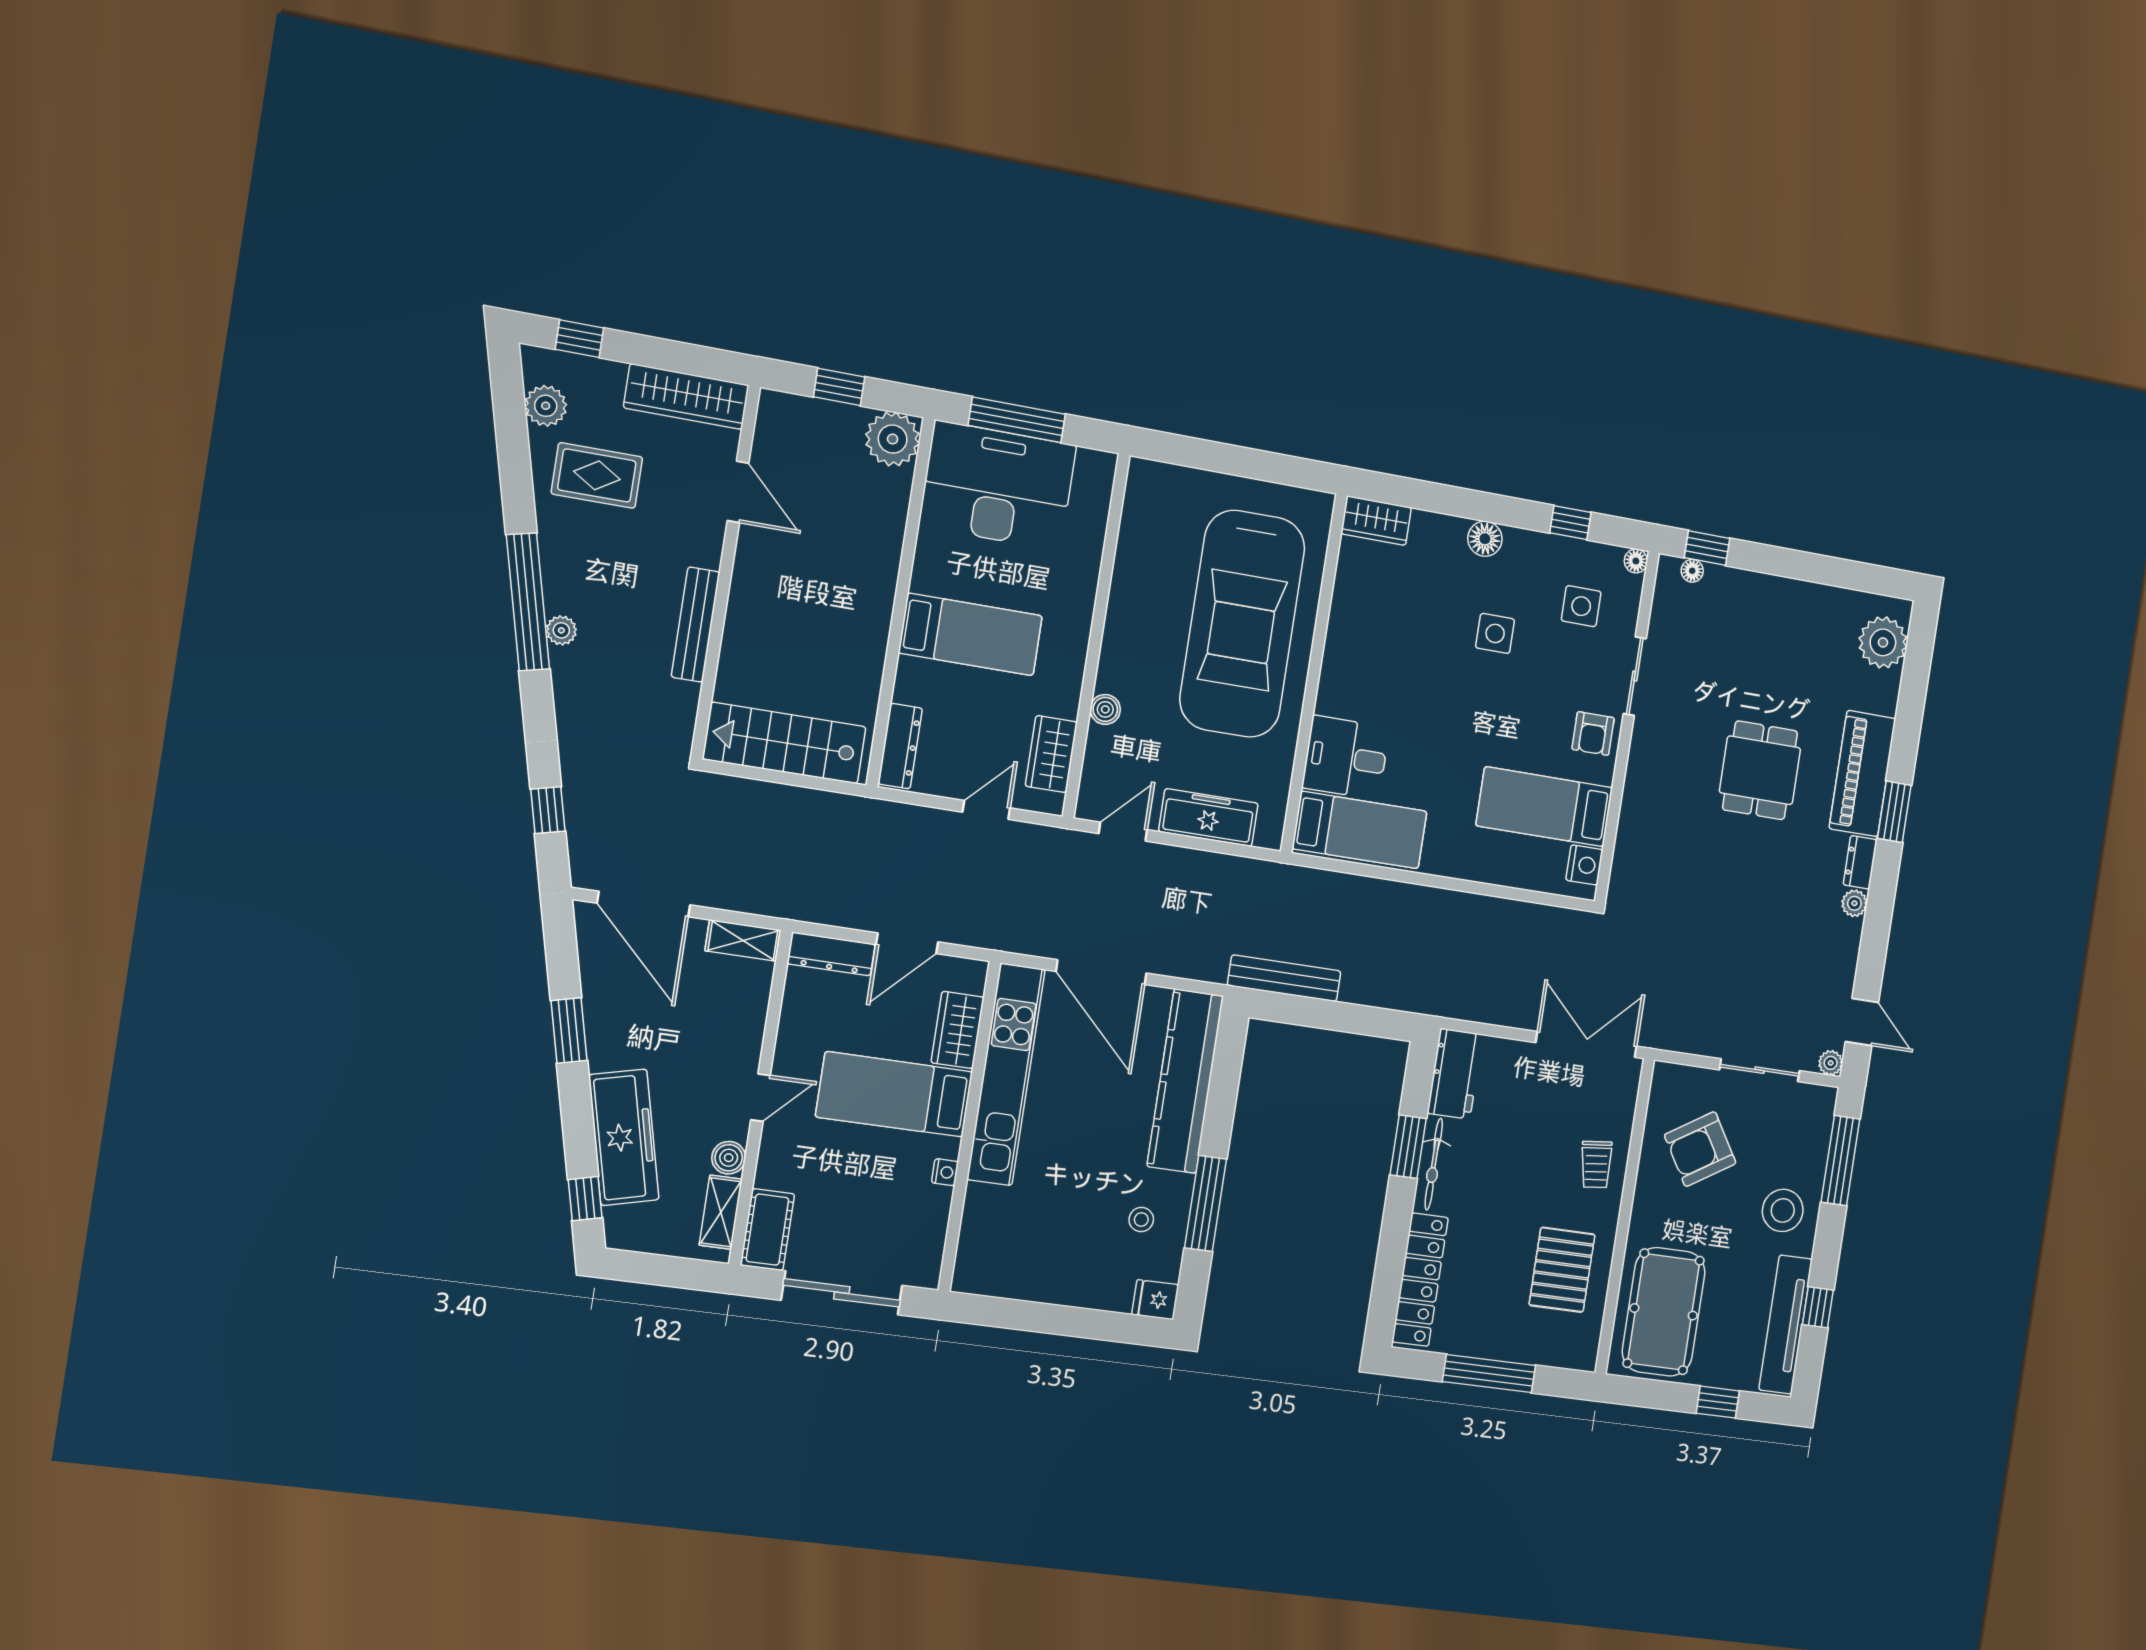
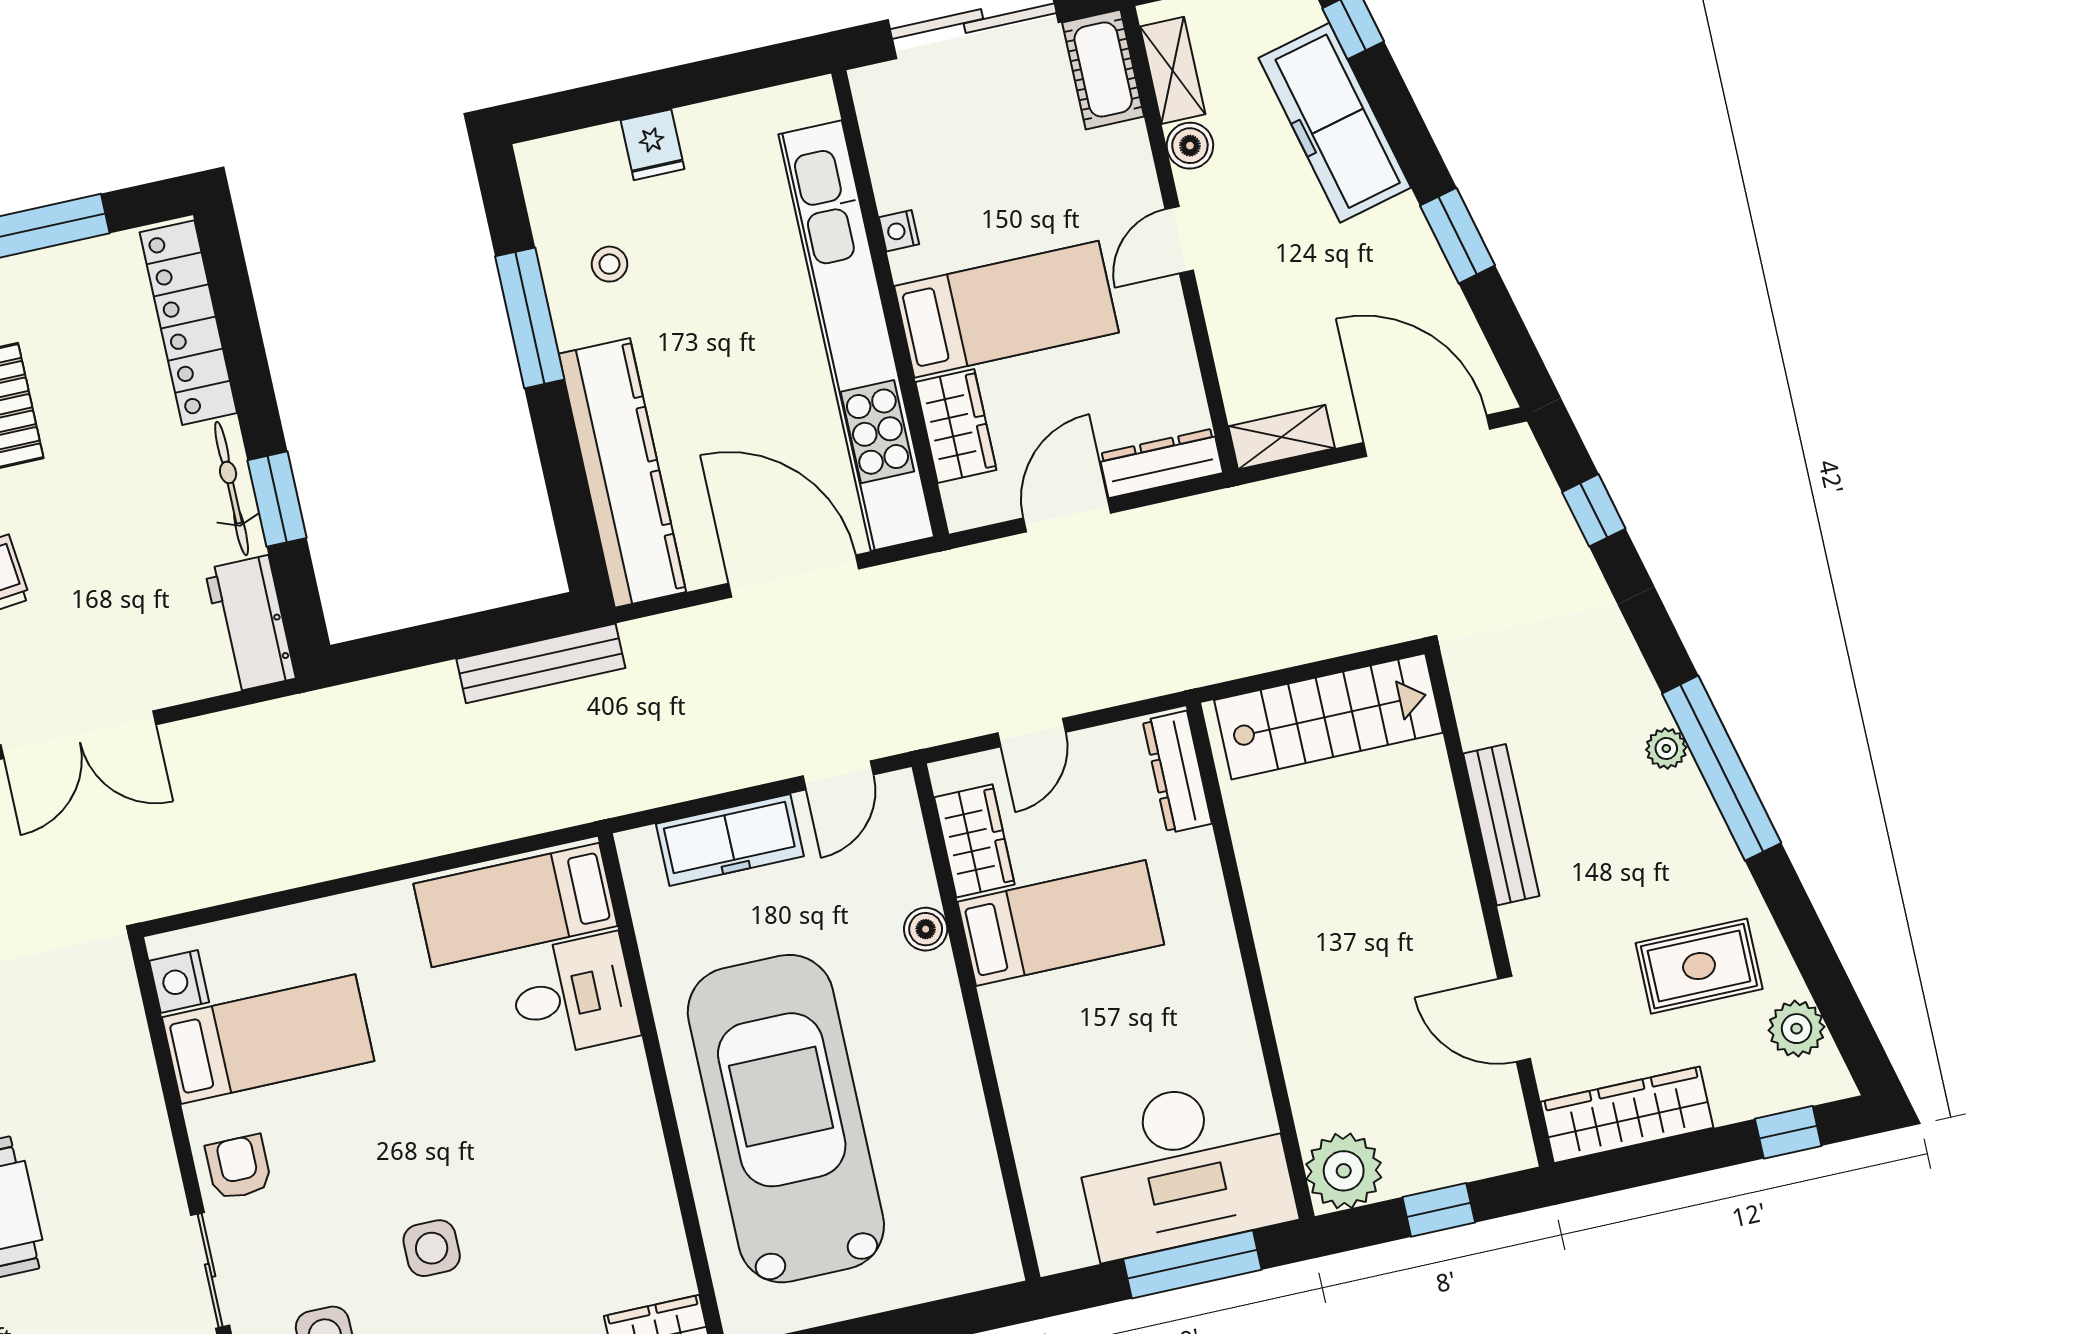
bed: (970, 634) -> (1061, 923), moved, turned 180
kitchen unit: (1006, 1074) -> (856, 336), width x1.36
fridge: (1155, 1300) -> (653, 145), moved, turned 90

